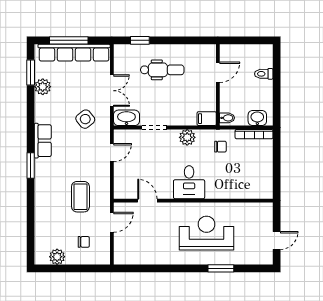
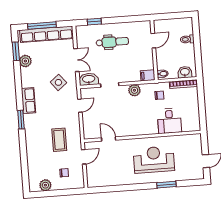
desk: (189, 182) -> (169, 121), moved

